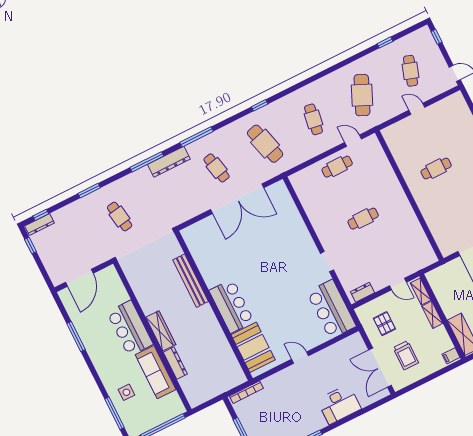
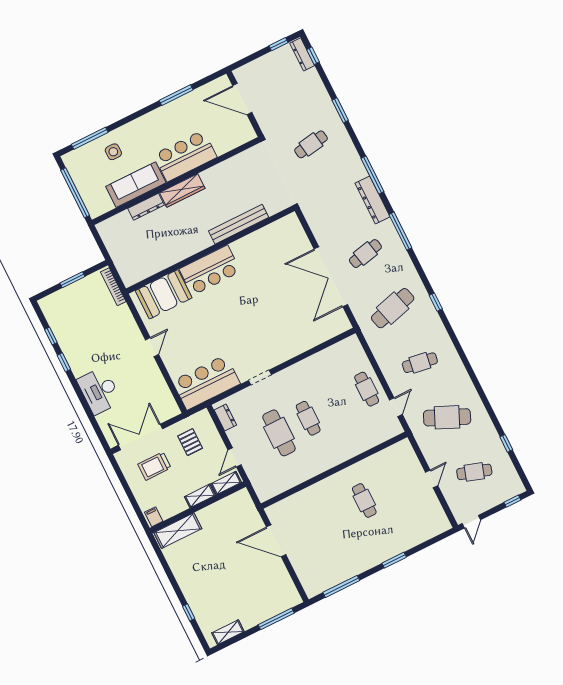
cafe table: (376, 245) -> (279, 433), added
pallet: (384, 324) -> (190, 442), turned 90

